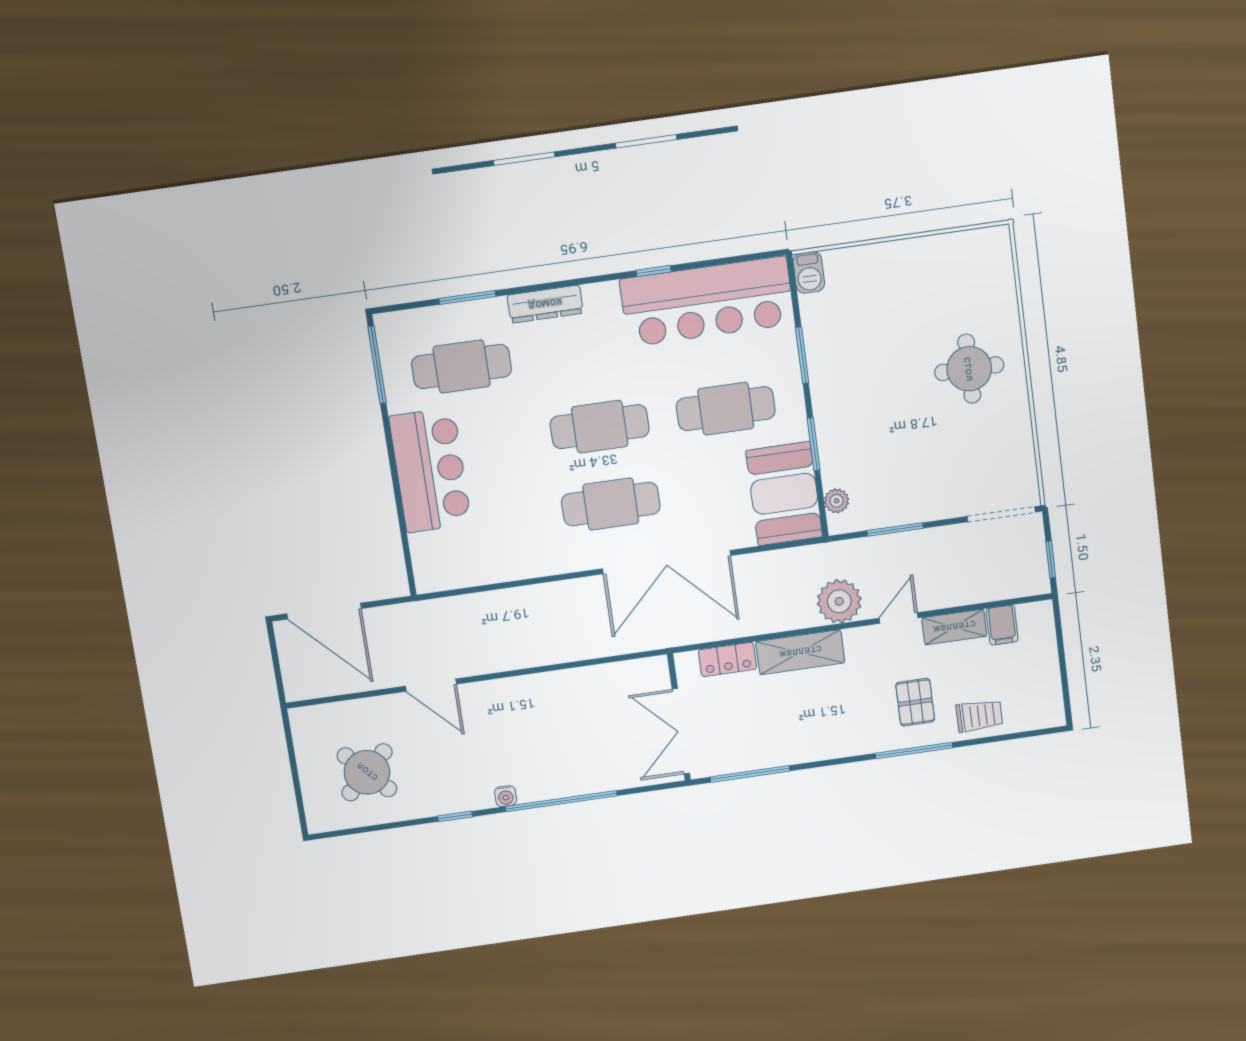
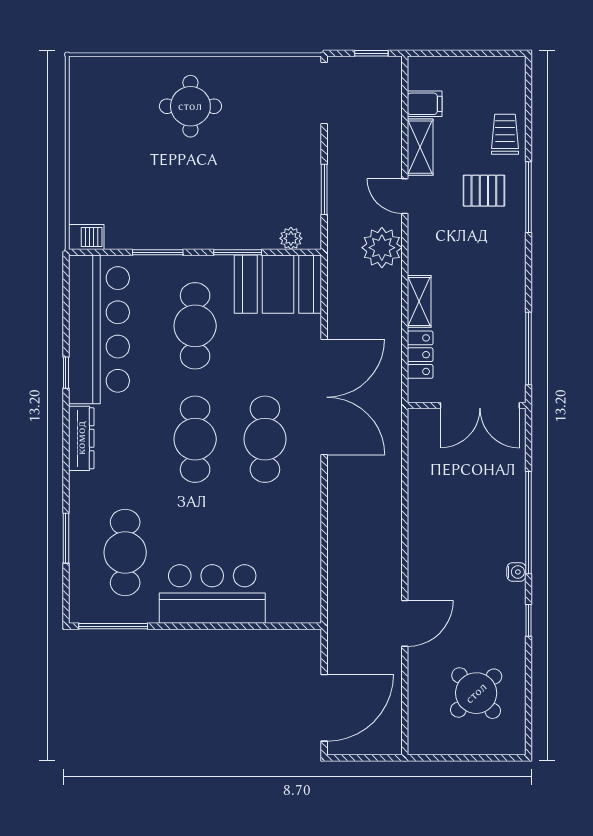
dresser: (545, 304) -> (81, 438), moved
shelving: (800, 652) -> (419, 301), width x0.67, depth x0.75

